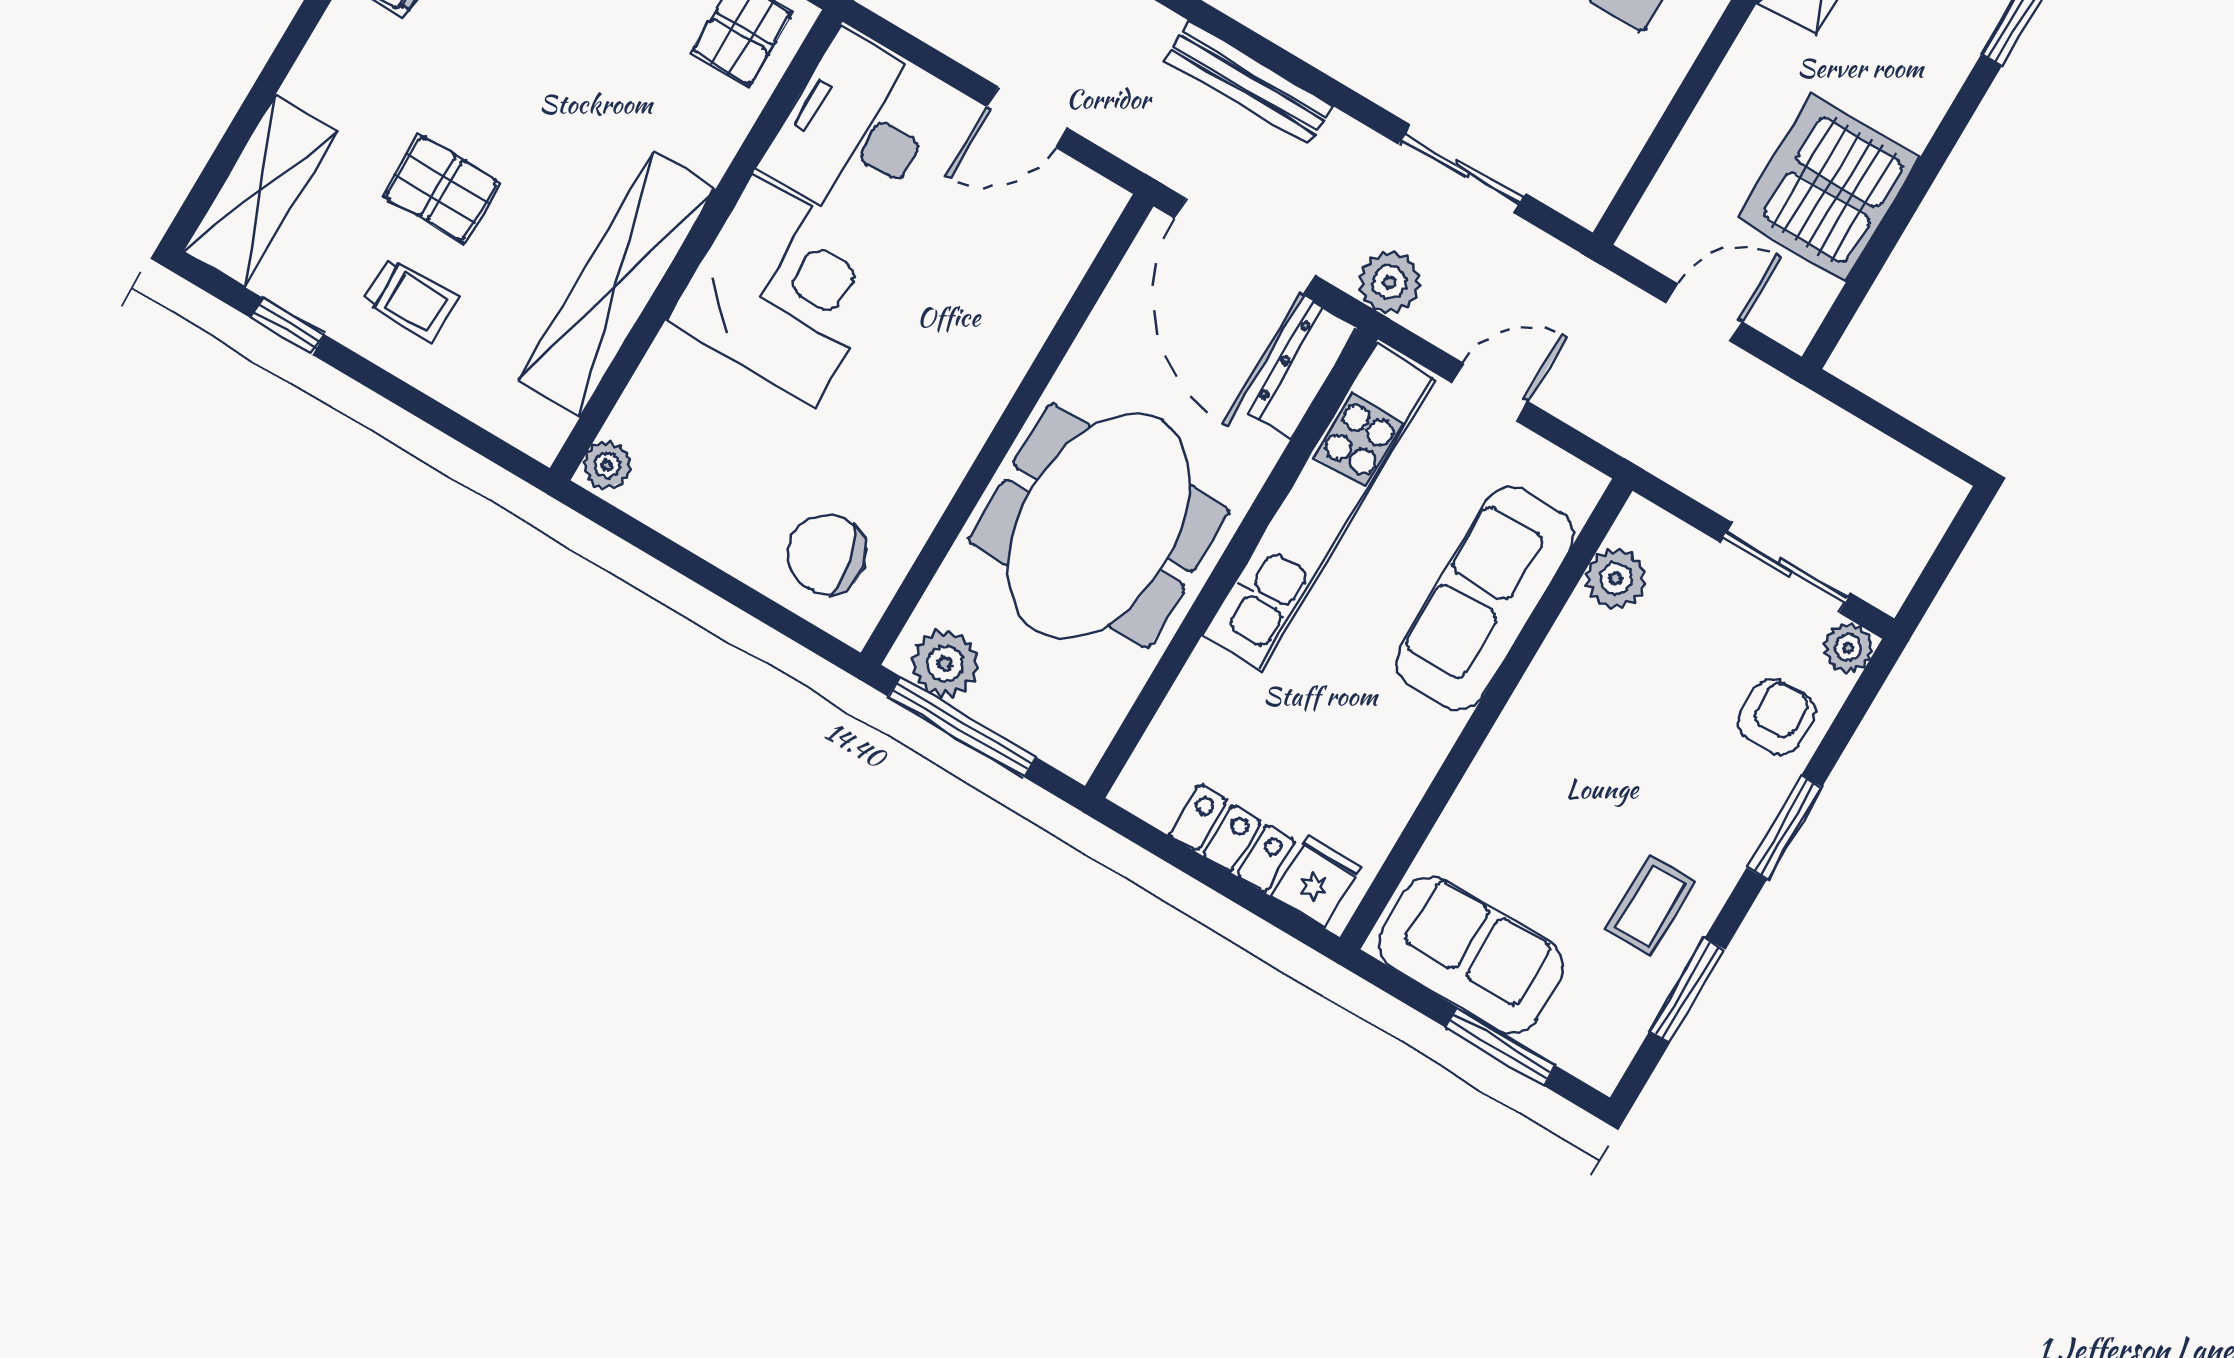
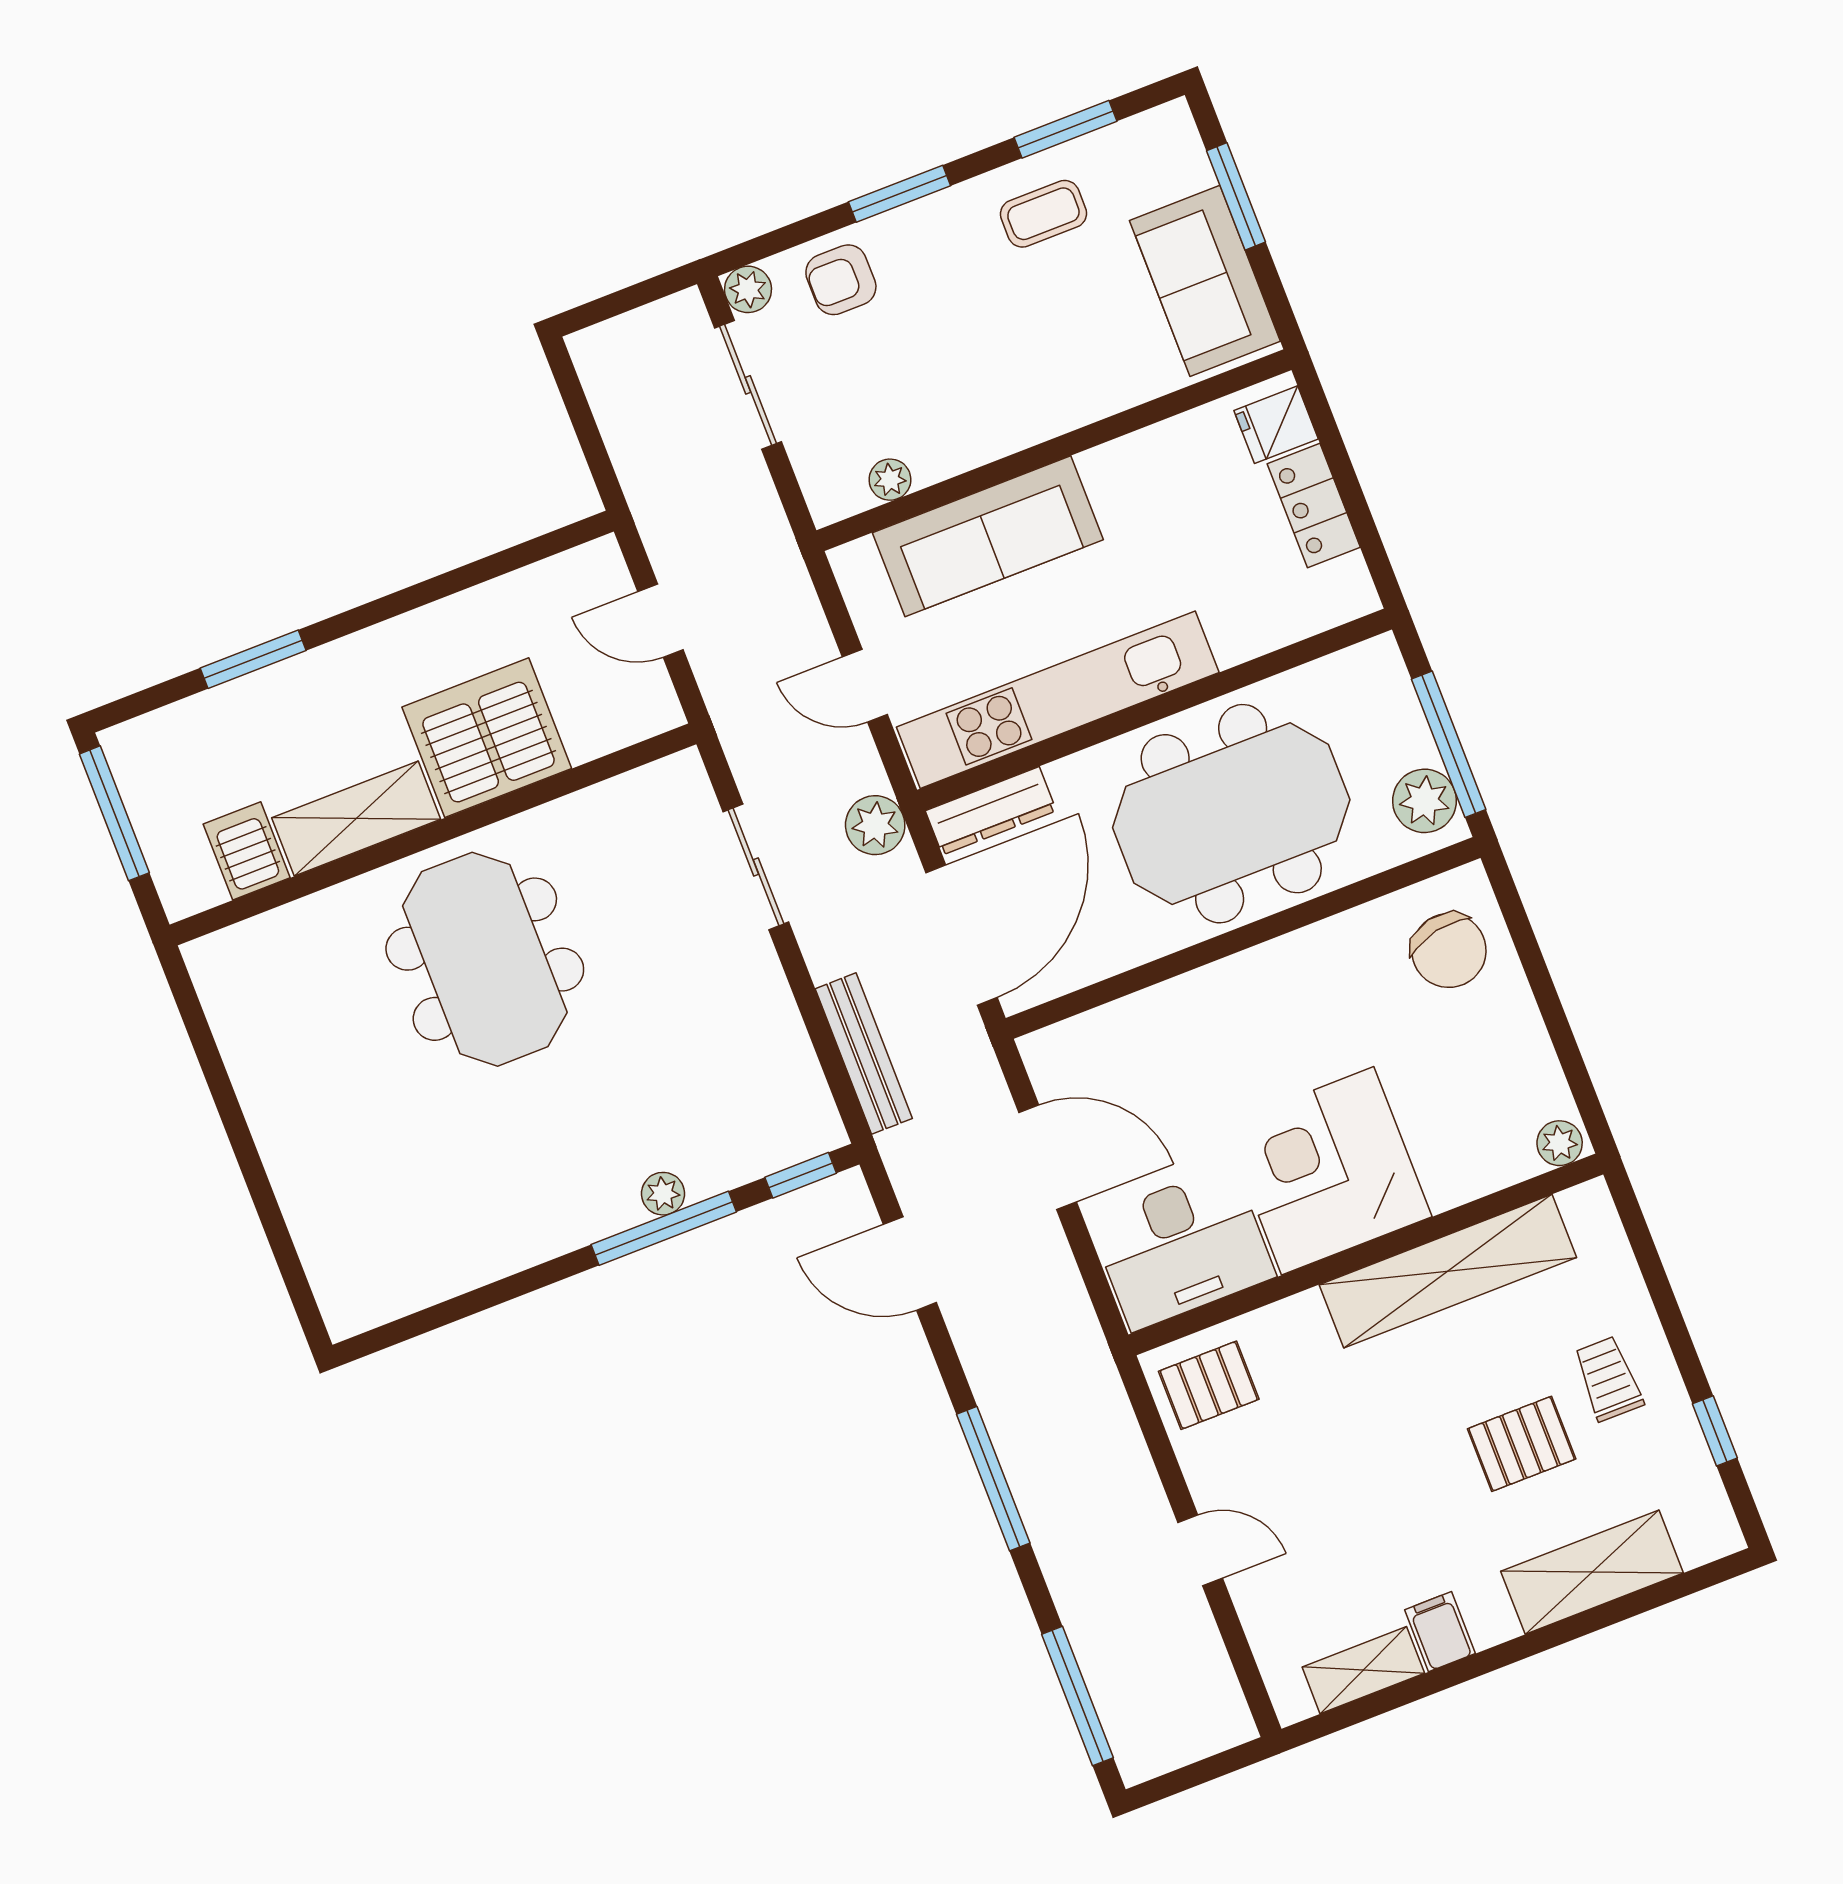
door: (1027, 117) -> (1048, 1157), width x1.38
server rack: (1829, 187) -> (487, 738), moved, turned 180
pallet: (441, 188) -> (1522, 1444), turned 90
shelving: (260, 191) -> (1592, 1572), moved
plant: (1616, 579) -> (890, 480), width x0.73, depth x0.73

